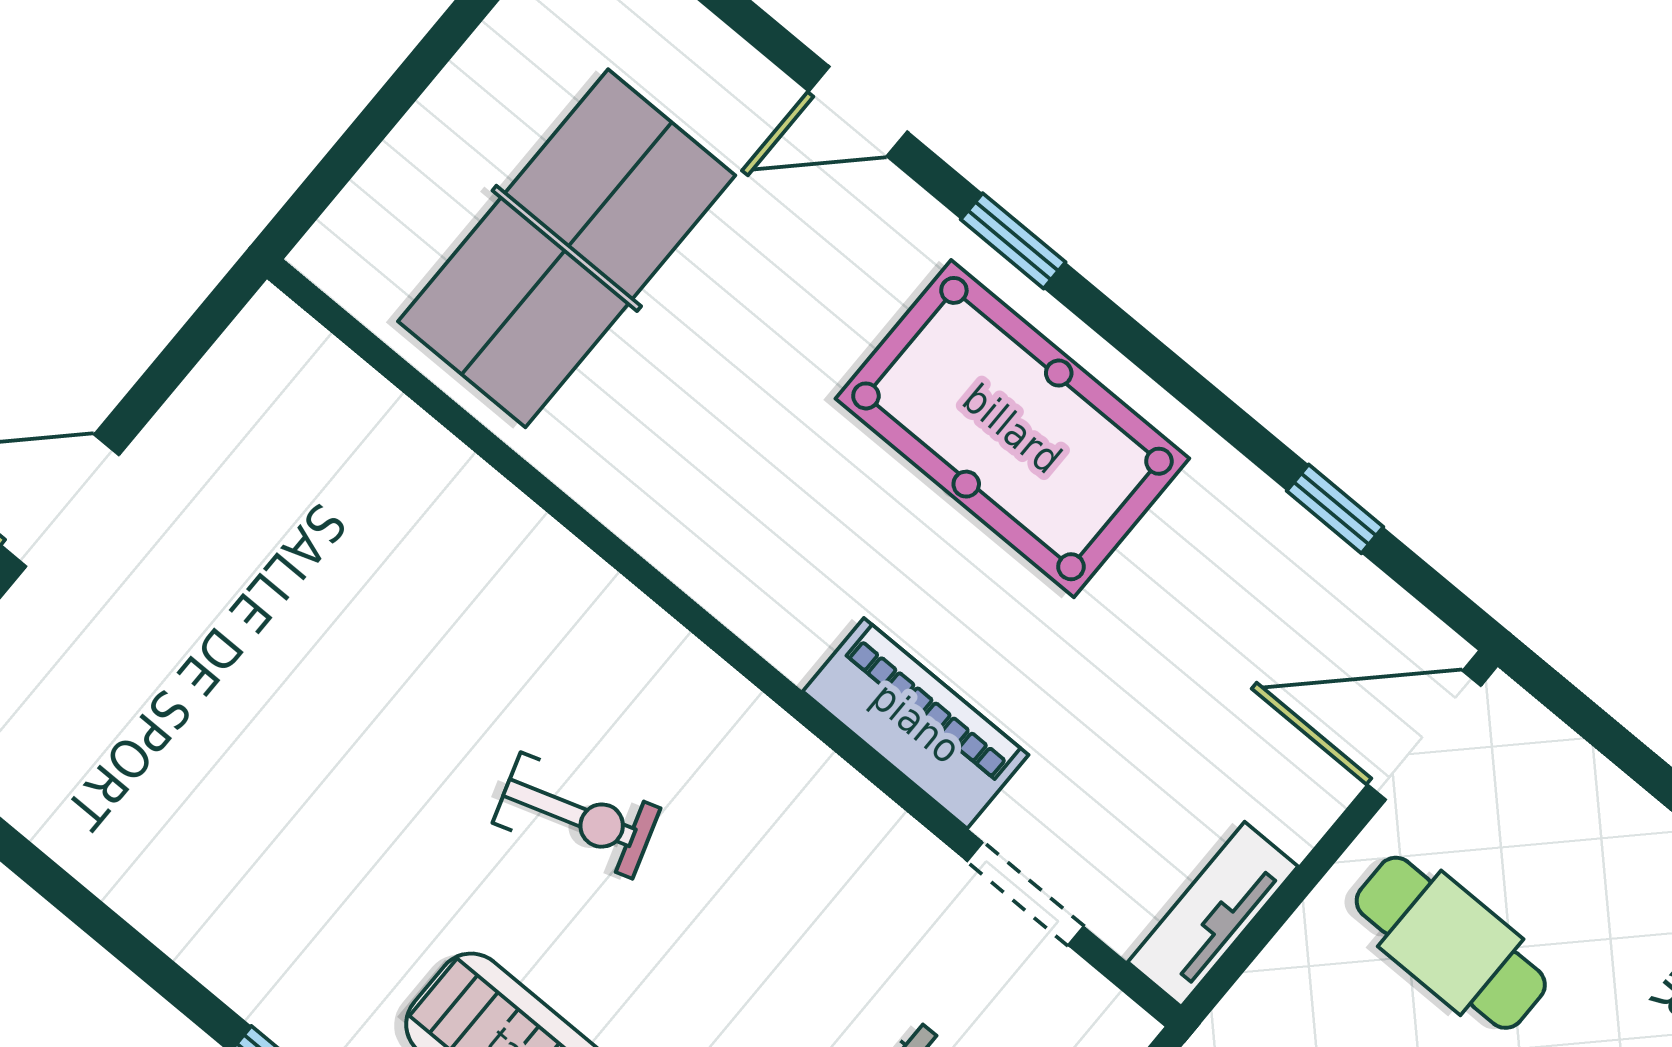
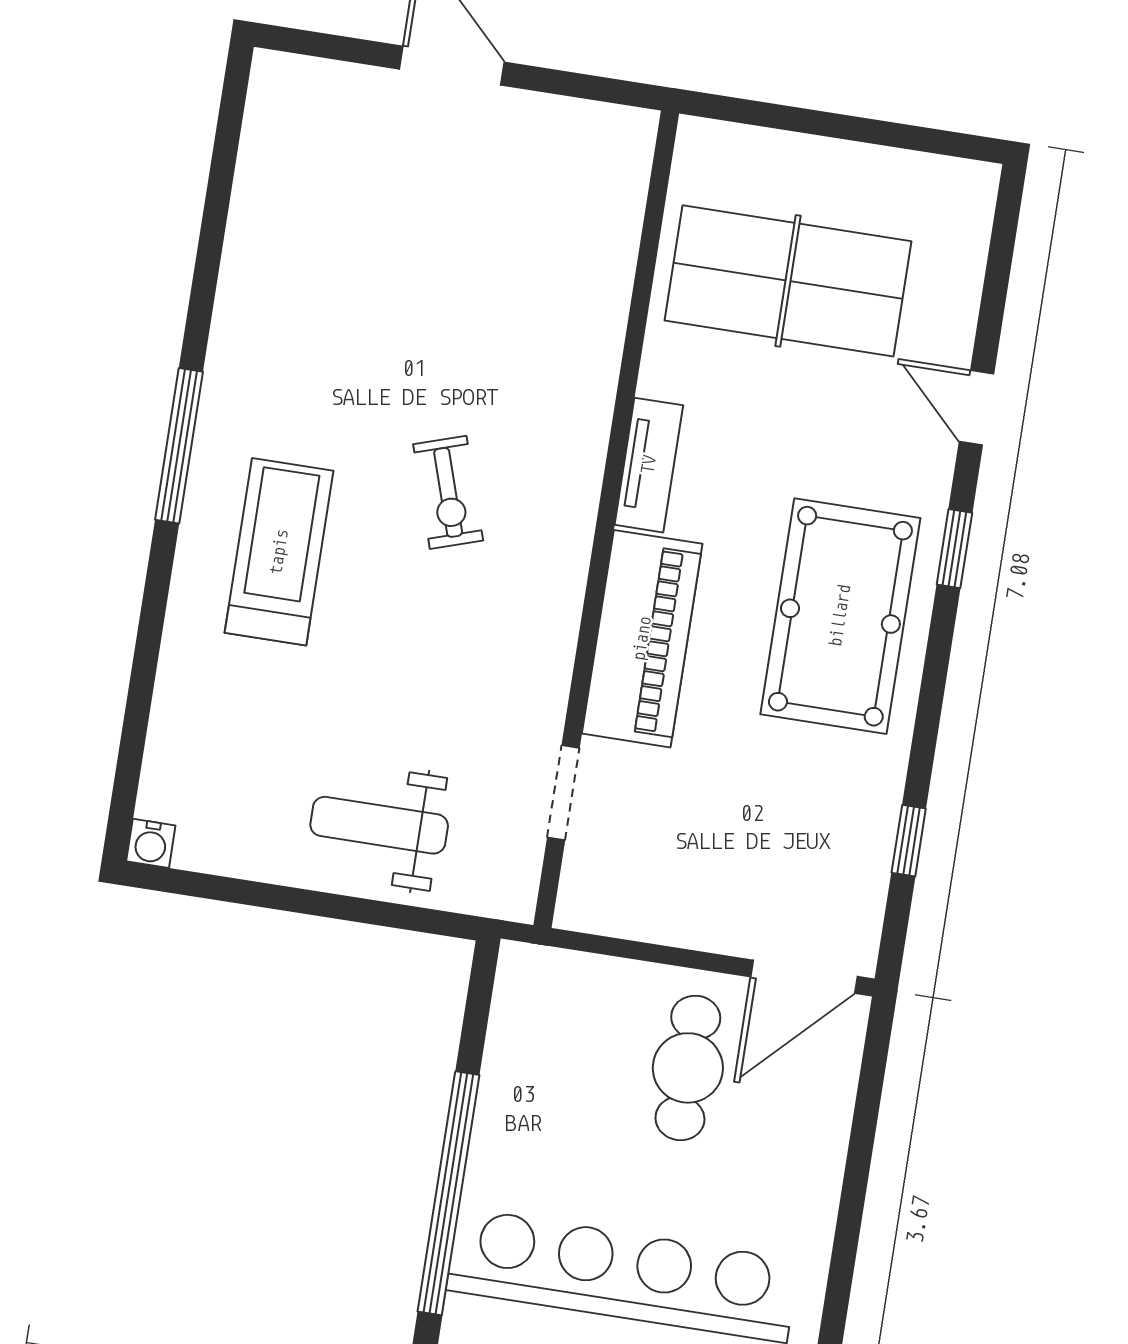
piano: (916, 723) -> (642, 639), width x1.37, depth x1.33
door: (1424, 735) -> (804, 977), swing flipped
tv unit: (1213, 914) -> (649, 465), moved, turned 90

